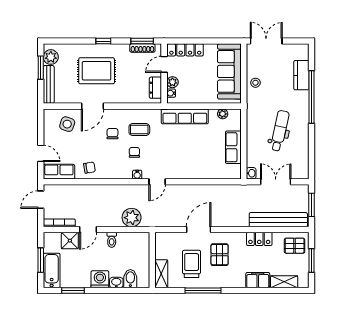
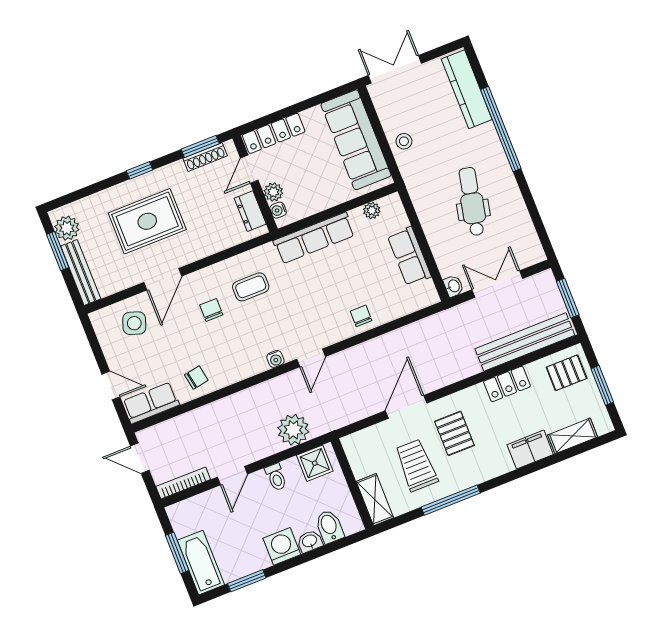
kitchen counter: (301, 75) -> (467, 89), width x1.50
chair: (134, 152) -> (361, 316), moved
door: (41, 200) -> (140, 458), hinge flipped
shower: (70, 241) -> (315, 463), moved

